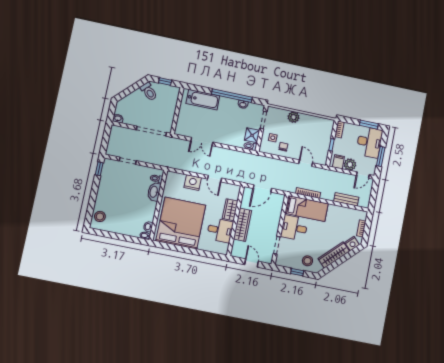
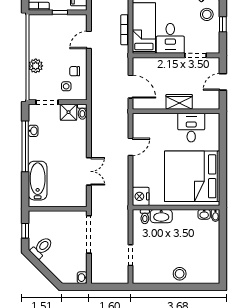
window: (99, 169) -> (147, 287), removed
nightstand: (193, 183) -> (141, 196), moved
wardrobe: (230, 210) -> (164, 120), removed
stool: (100, 216) -> (180, 274), moved
wardrobe: (243, 225) -> (179, 102), width x0.67

